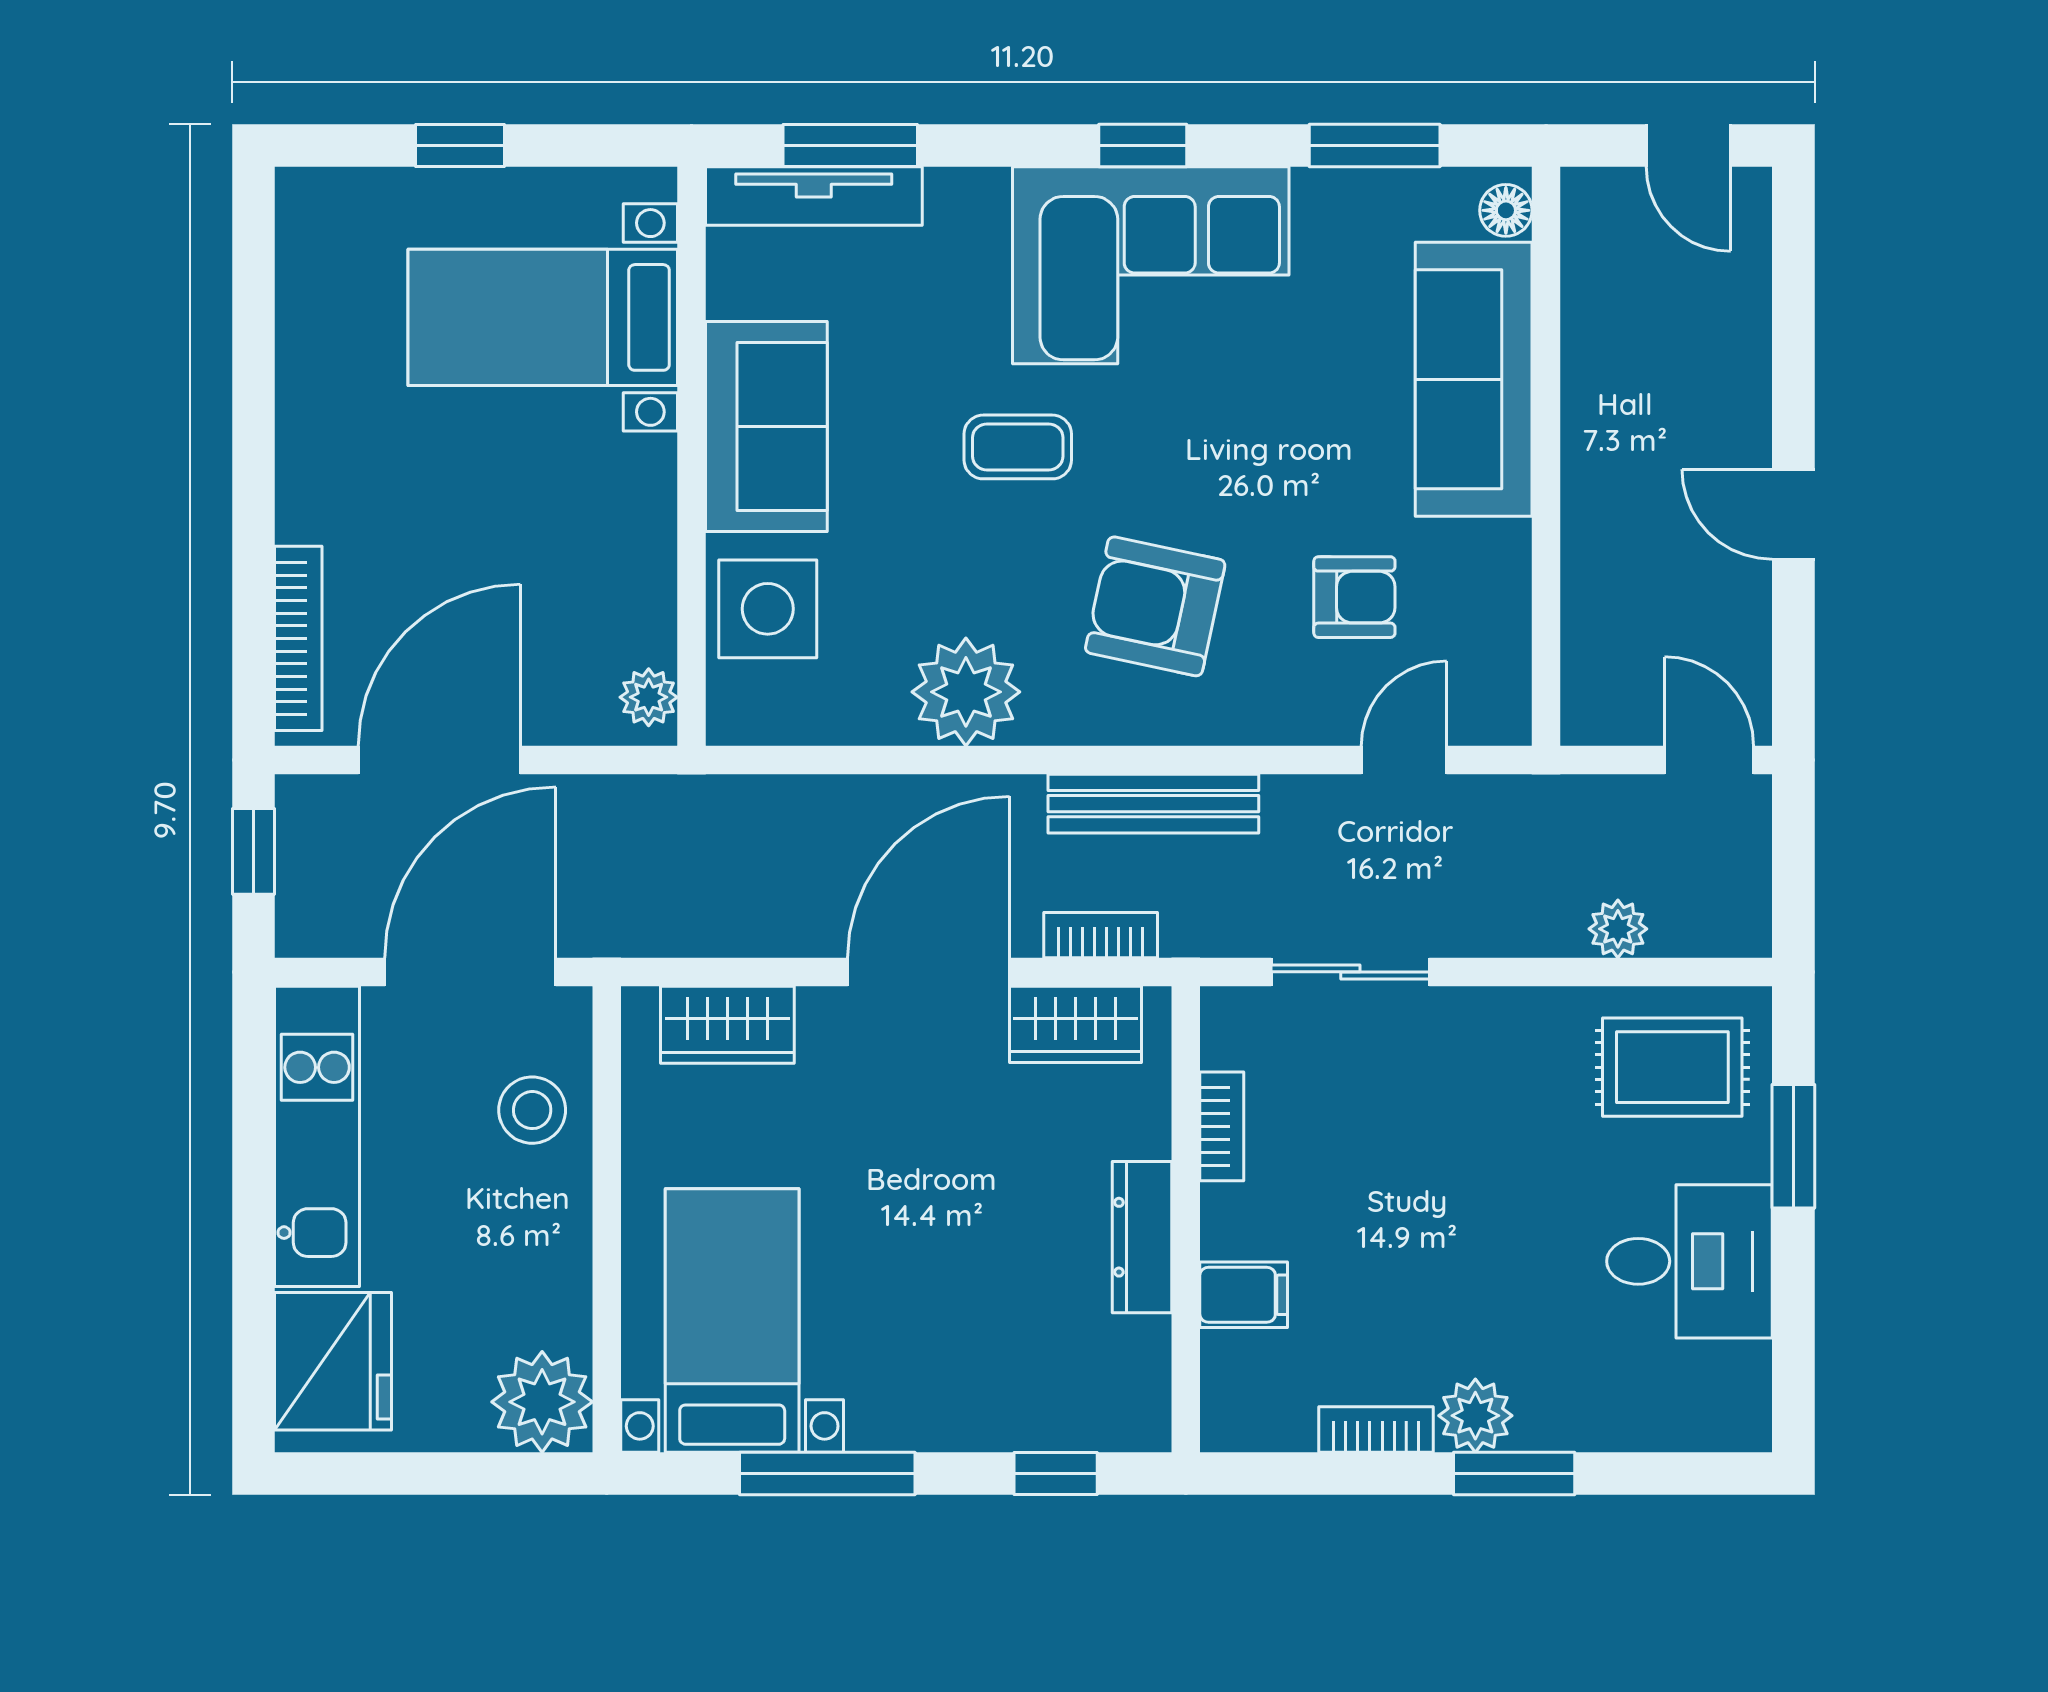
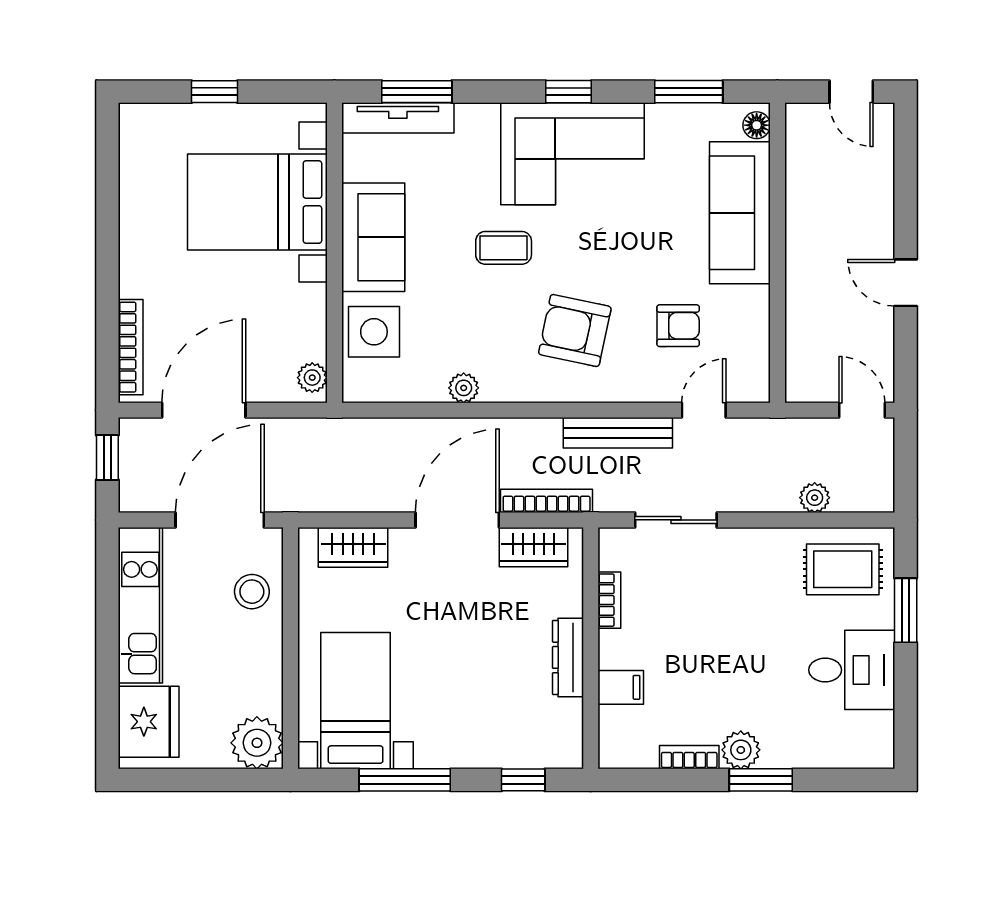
bed with nightstands: (543, 317) -> (257, 202), width x1.36
plant: (966, 692) -> (464, 388), width x0.53, depth x0.53
bench: (1153, 804) -> (618, 433), moved
bookcase: (1101, 935) -> (547, 501), width x1.56

